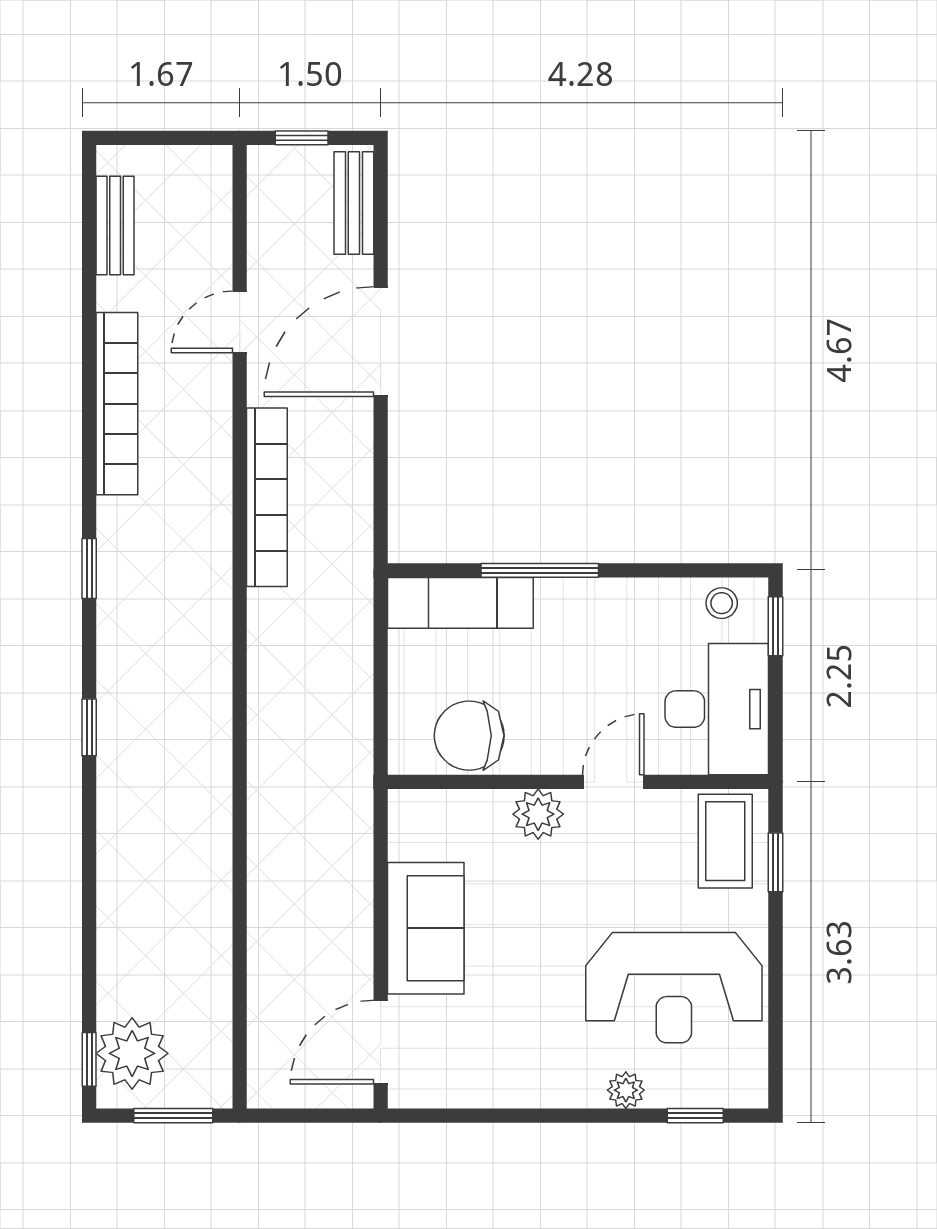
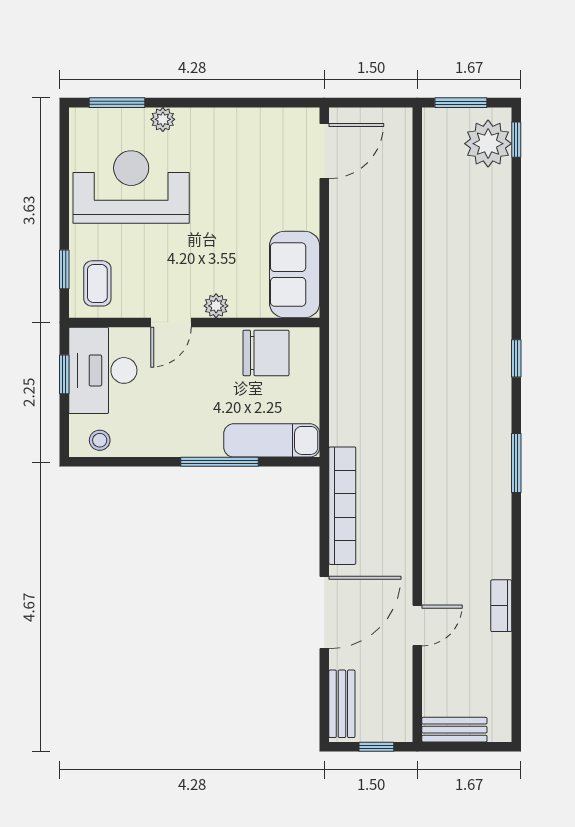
bench: (115, 226) -> (454, 730), moved, turned 90
bookcase: (117, 404) -> (501, 606), width x0.43, depth x0.76
bookcase: (267, 497) -> (342, 506), moved, turned 180
window: (89, 569) -> (516, 463), width x1.50
window: (775, 626) -> (64, 374), moved
plant: (538, 814) -> (216, 306), width x0.73, depth x0.73
coffee table: (725, 841) -> (97, 283), width x0.73, depth x0.77
sofa: (426, 928) -> (295, 274), moved
window: (695, 1116) -> (117, 103), width x1.50

